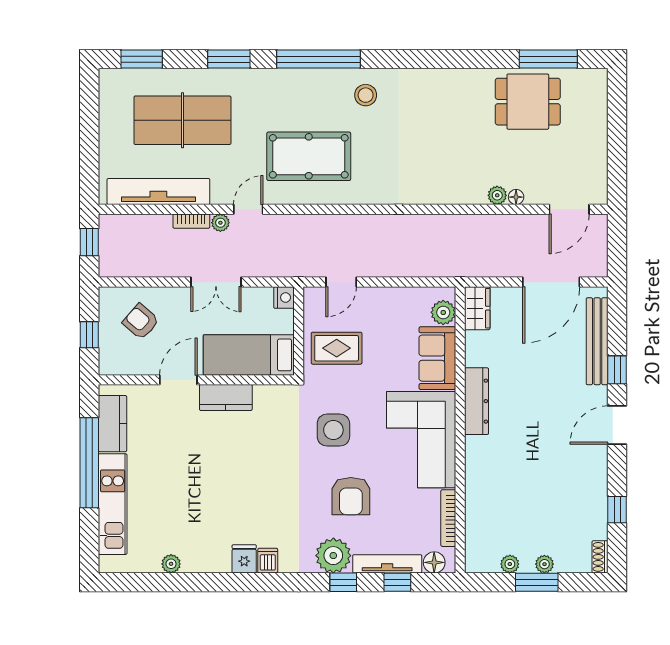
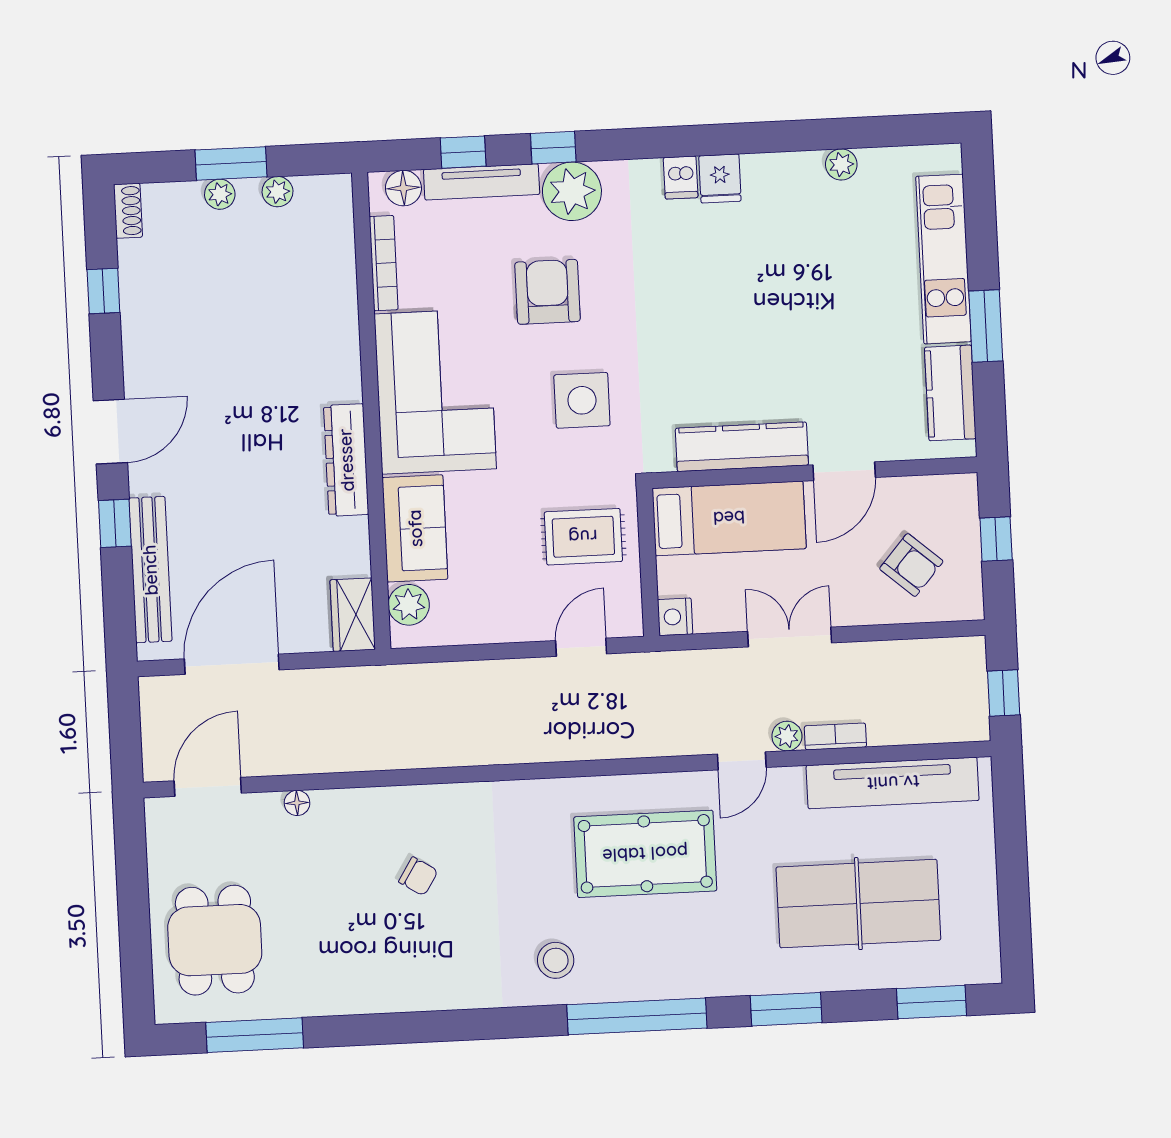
dining table: (528, 102) -> (215, 940), moved, turned 90
chair: (445, 149) -> (418, 876), added
plant: (497, 195) -> (328, 804), removed
kitchen counter: (226, 397) -> (742, 447), width x1.50
window: (89, 463) -> (986, 326), width x0.47

